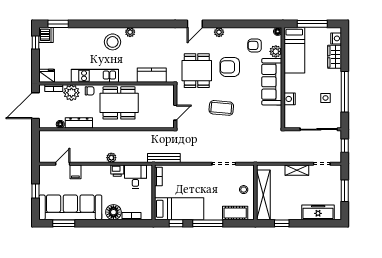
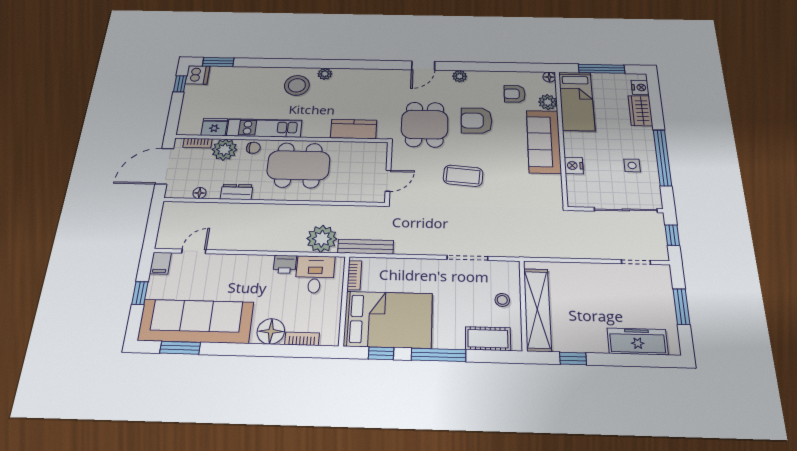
fridge: (47, 76) -> (214, 127), moved
dresser: (79, 123) -> (237, 192), width x0.70
plant: (111, 158) -> (322, 239), moved, width x1.88, depth x1.88
shelving: (297, 170) -> (594, 271), removed
filing cabinet: (75, 172) -> (161, 263), moved
bed: (179, 209) -> (388, 320), width x1.50

